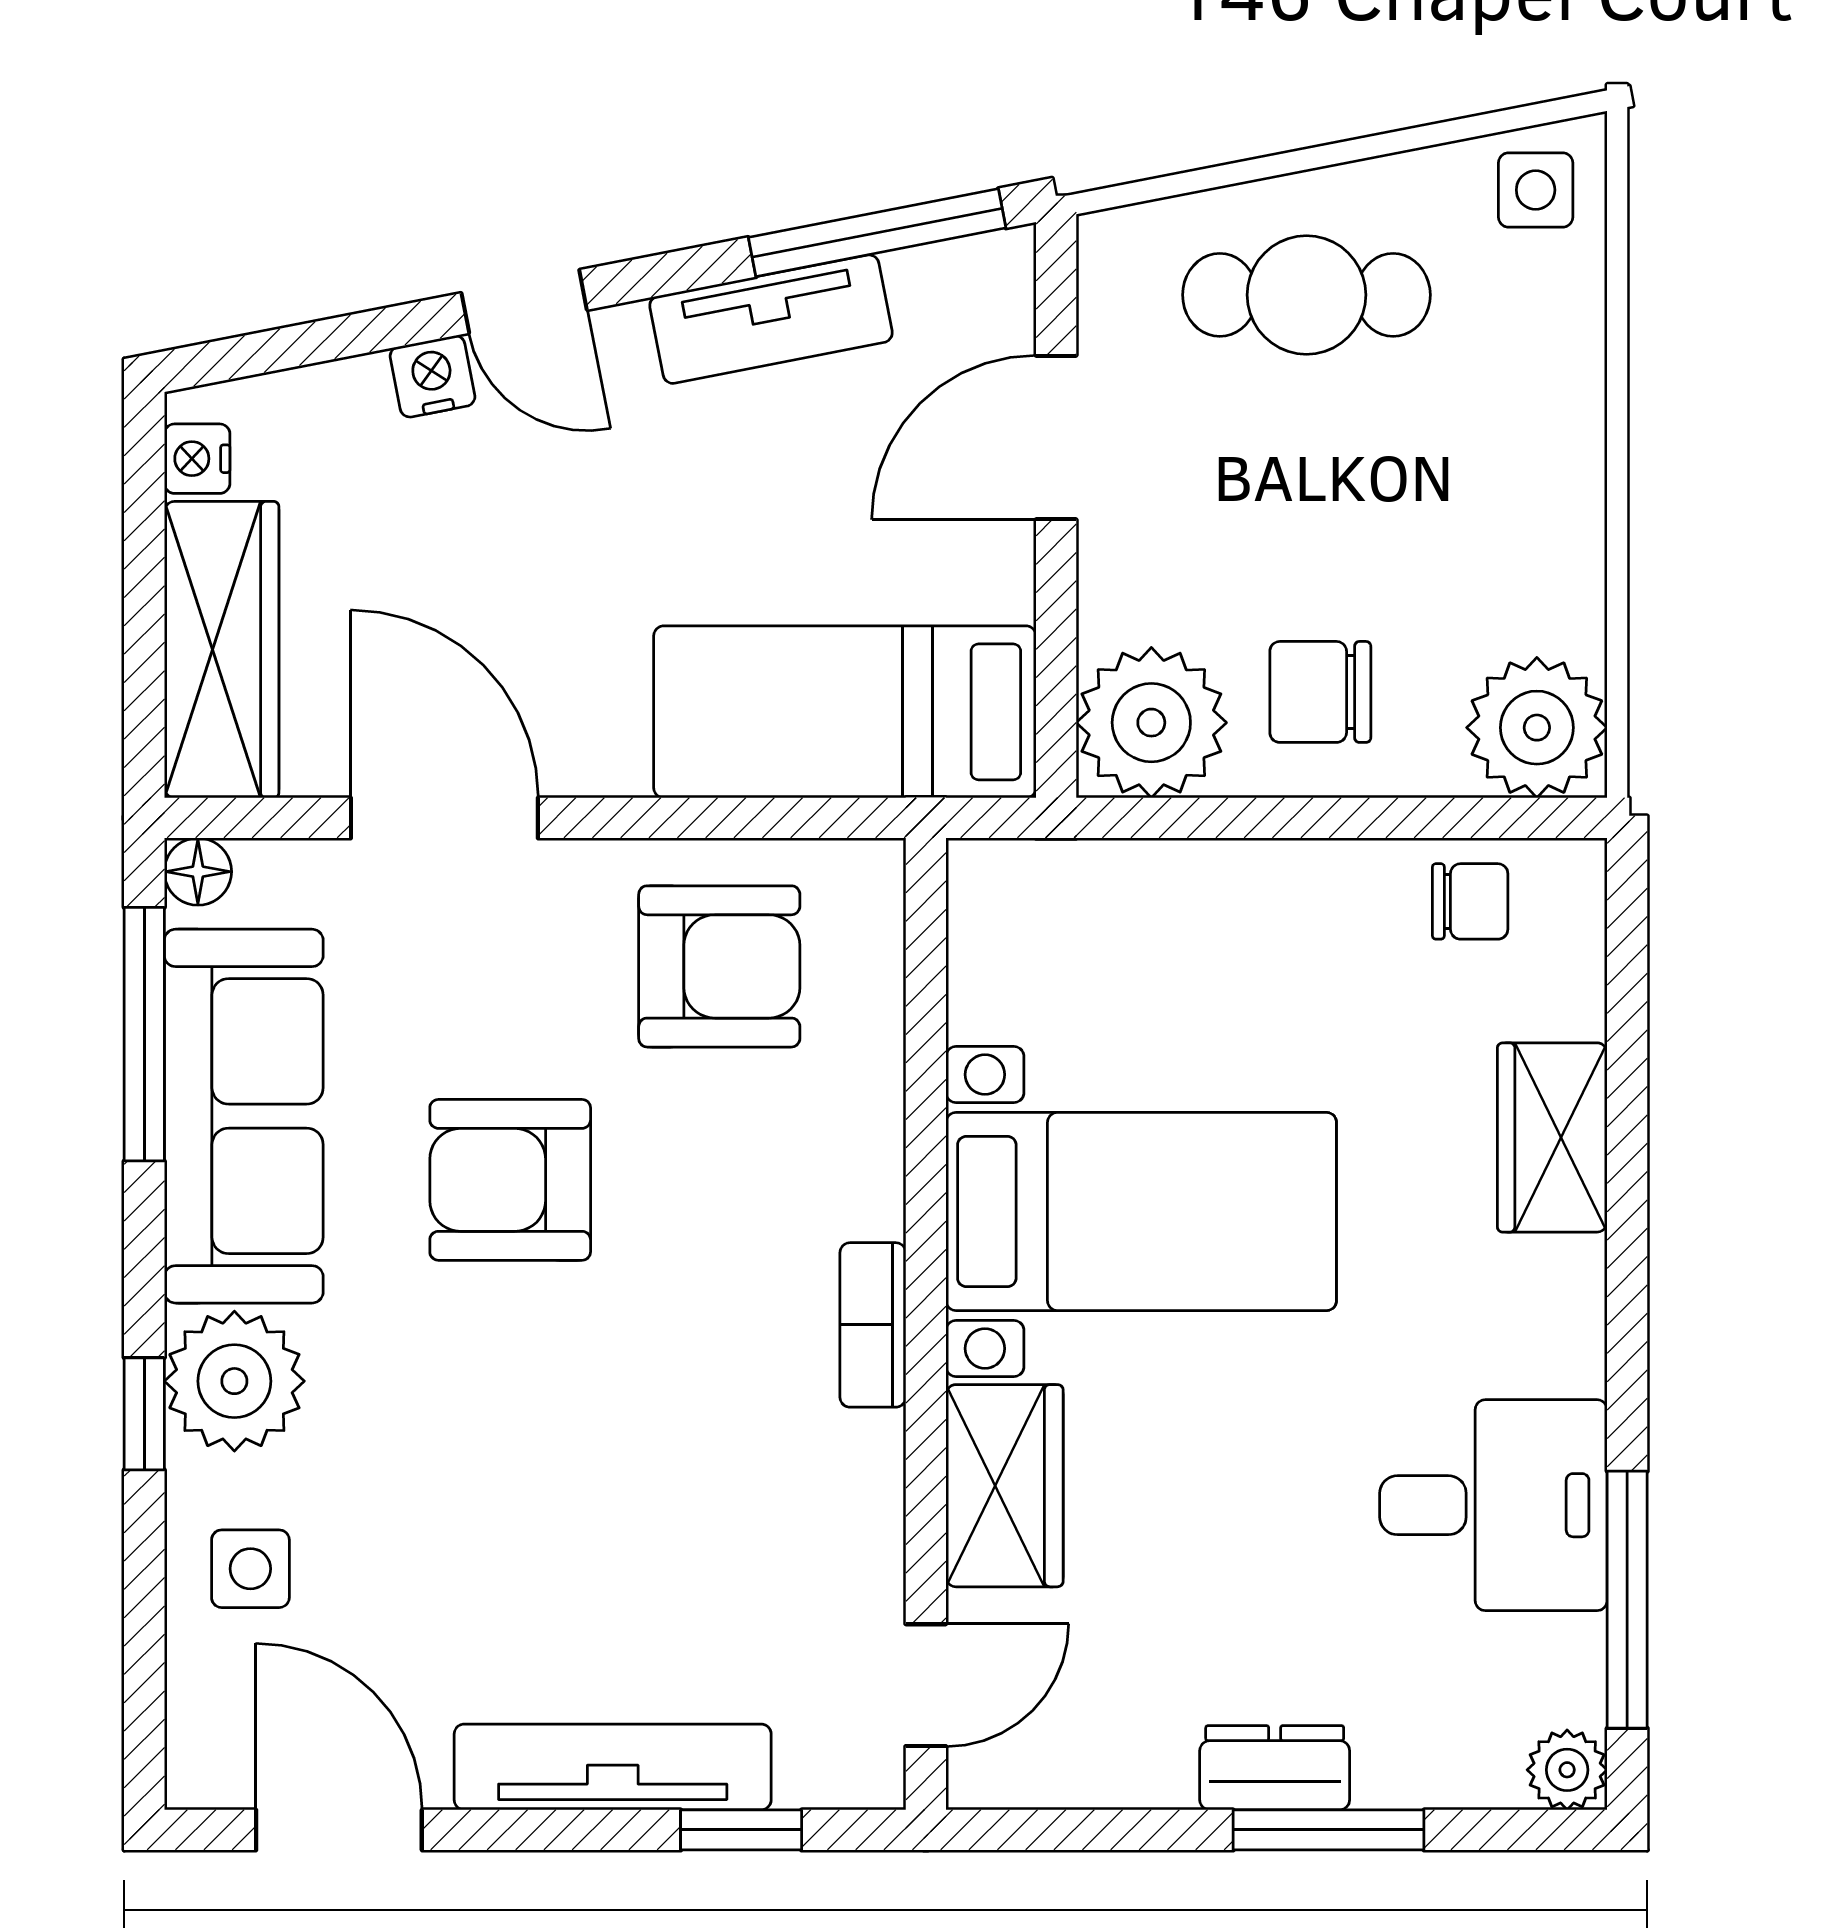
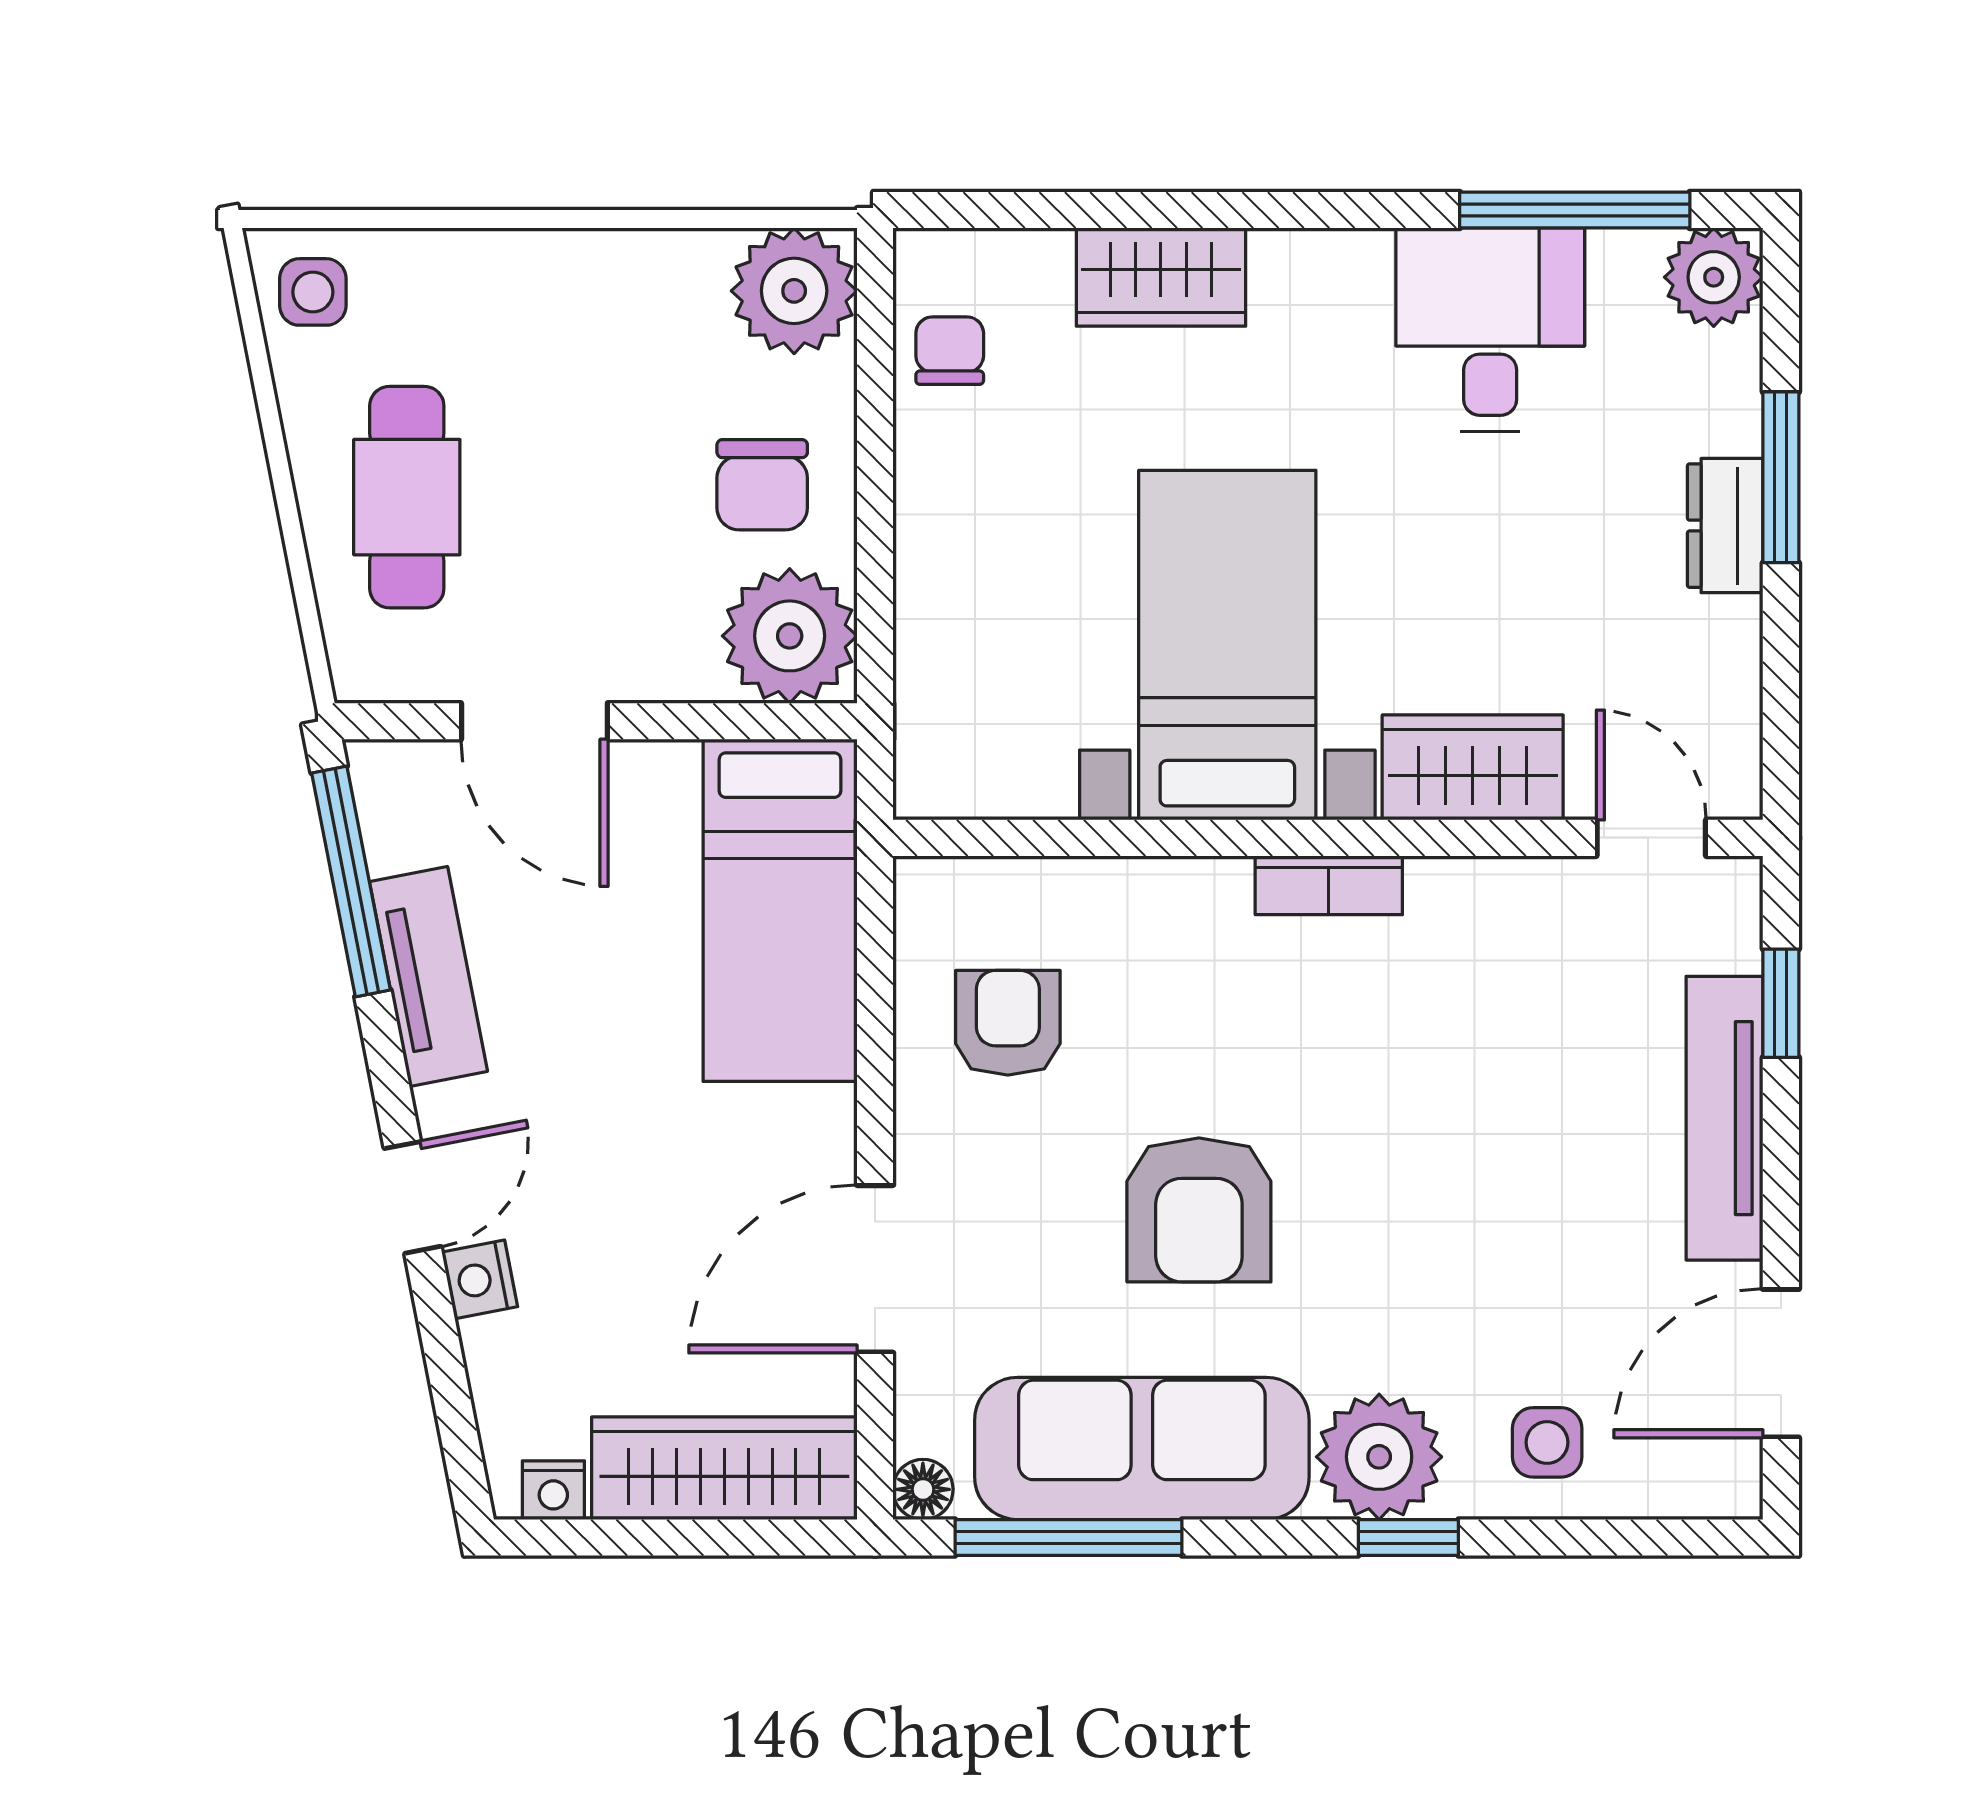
armchair: (719, 966) -> (1008, 1023), width x0.72, depth x0.72
plant: (1567, 1770) -> (1714, 277), width x1.38, depth x1.38

